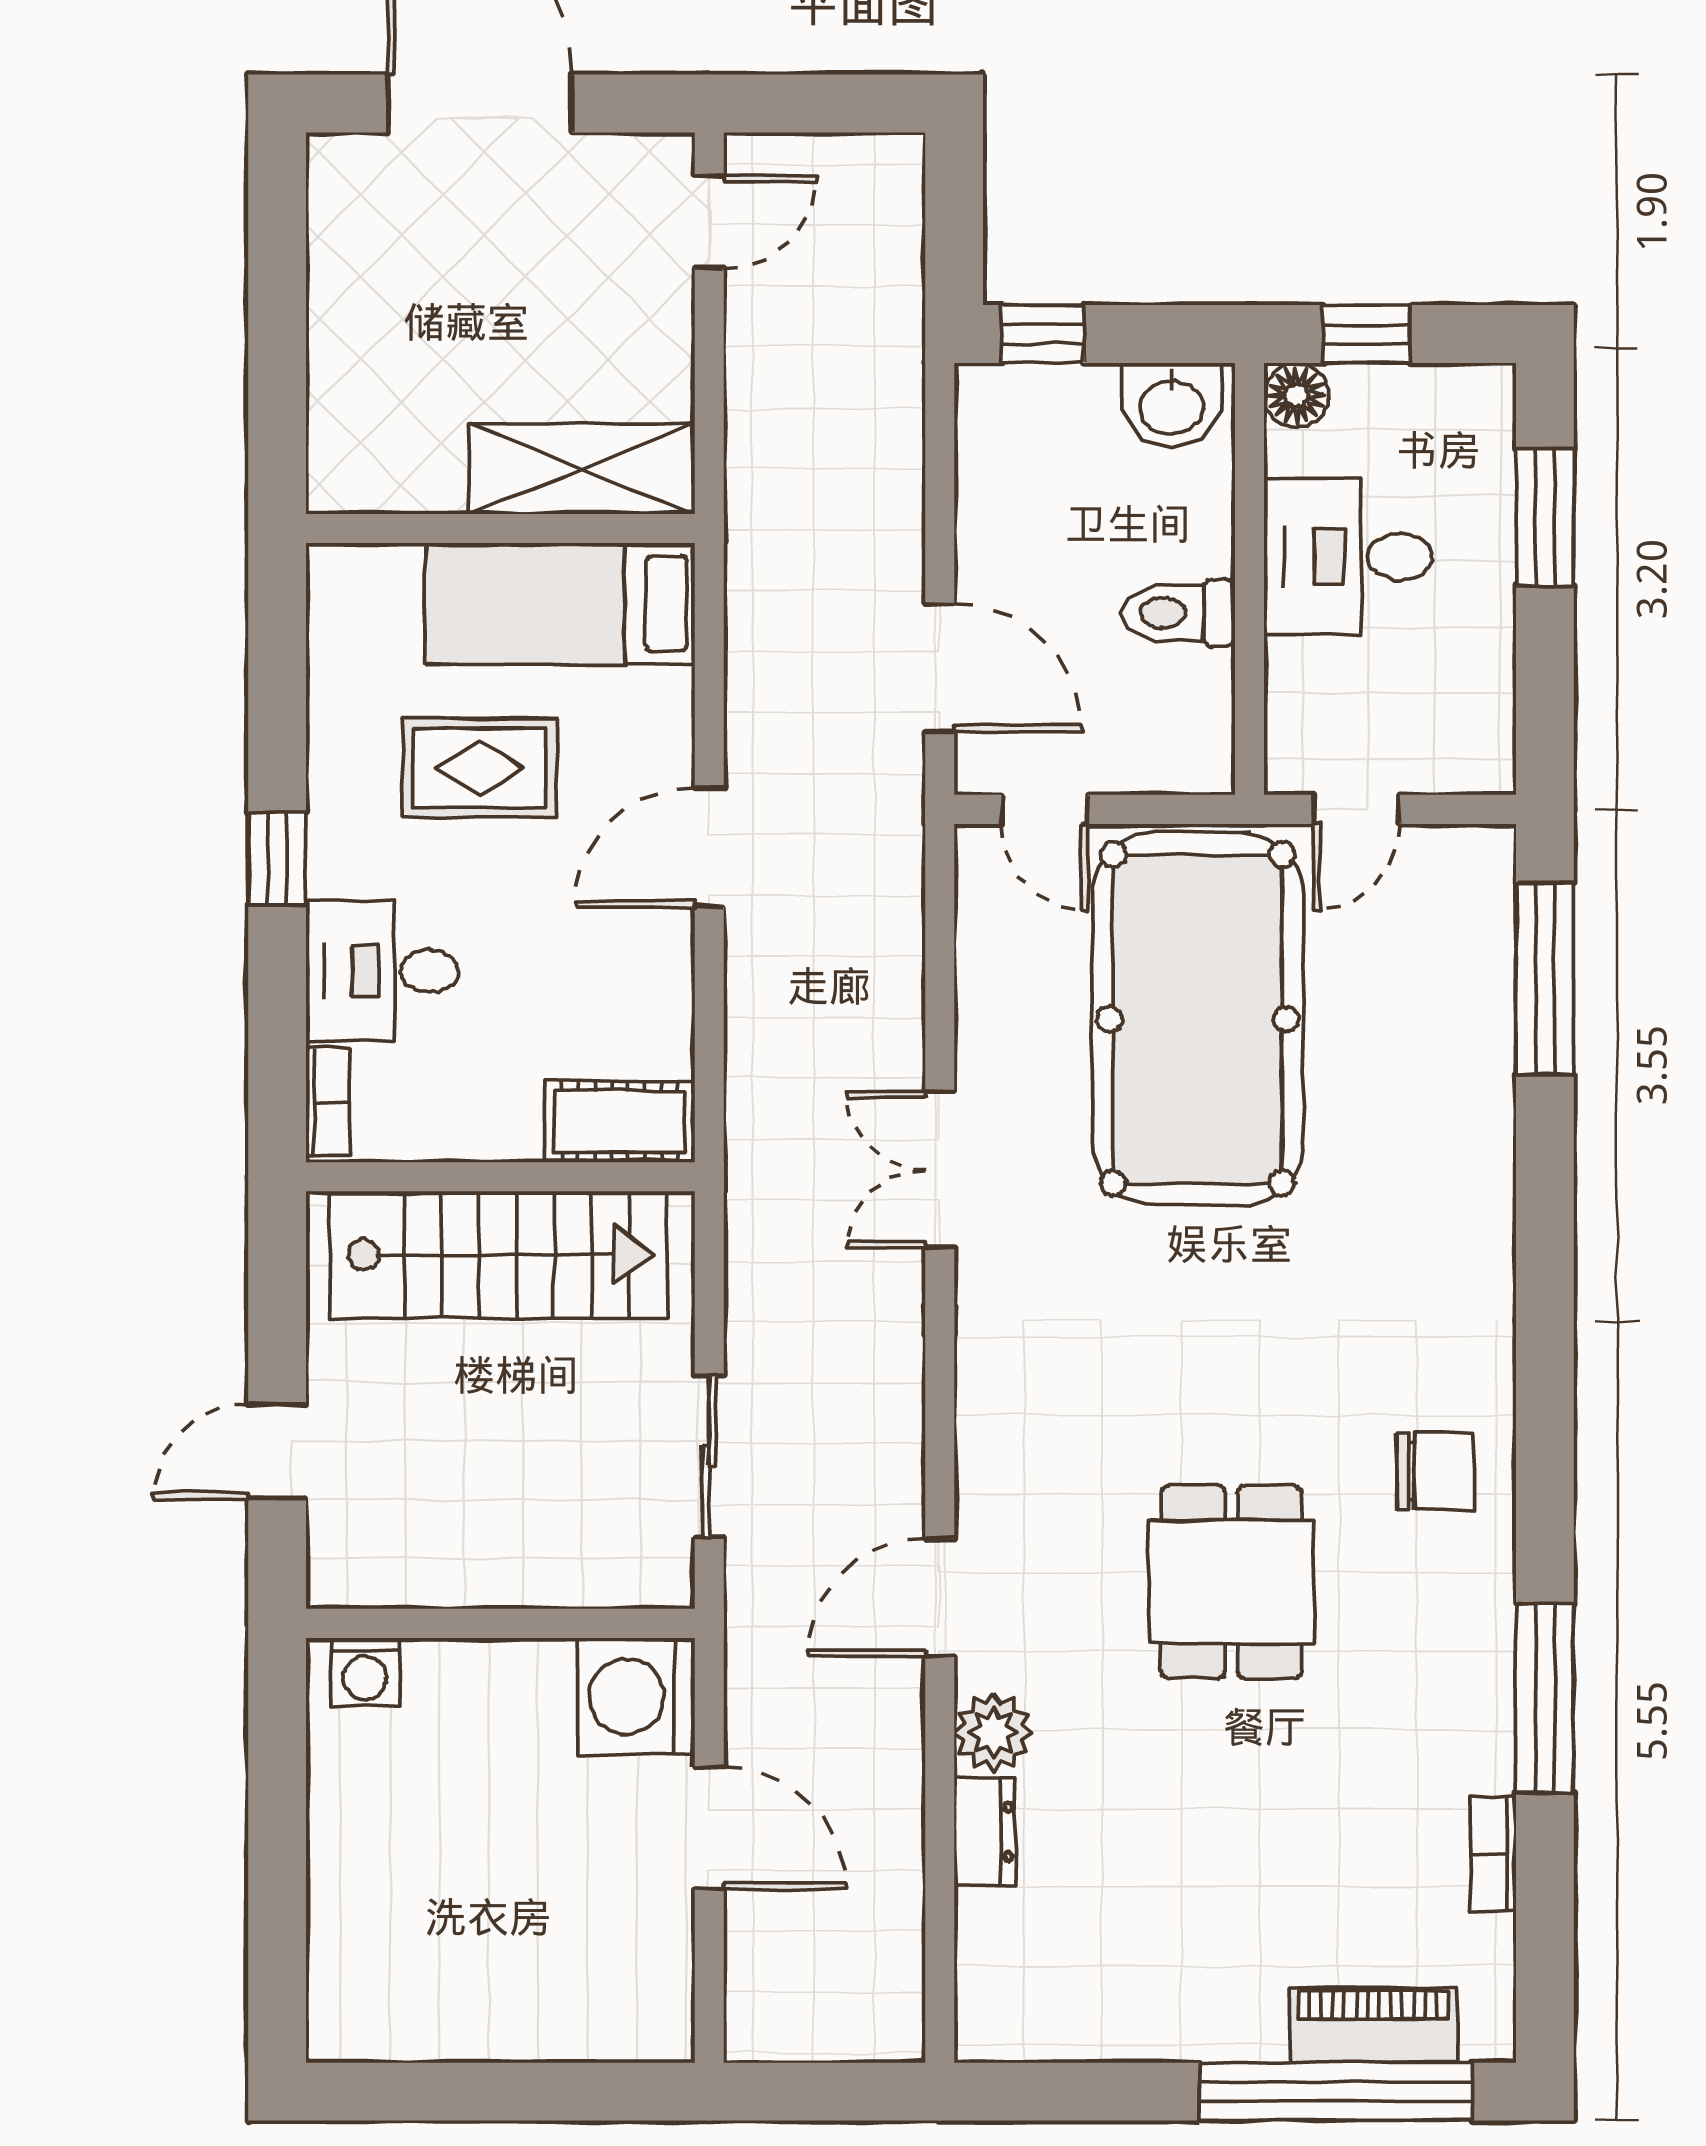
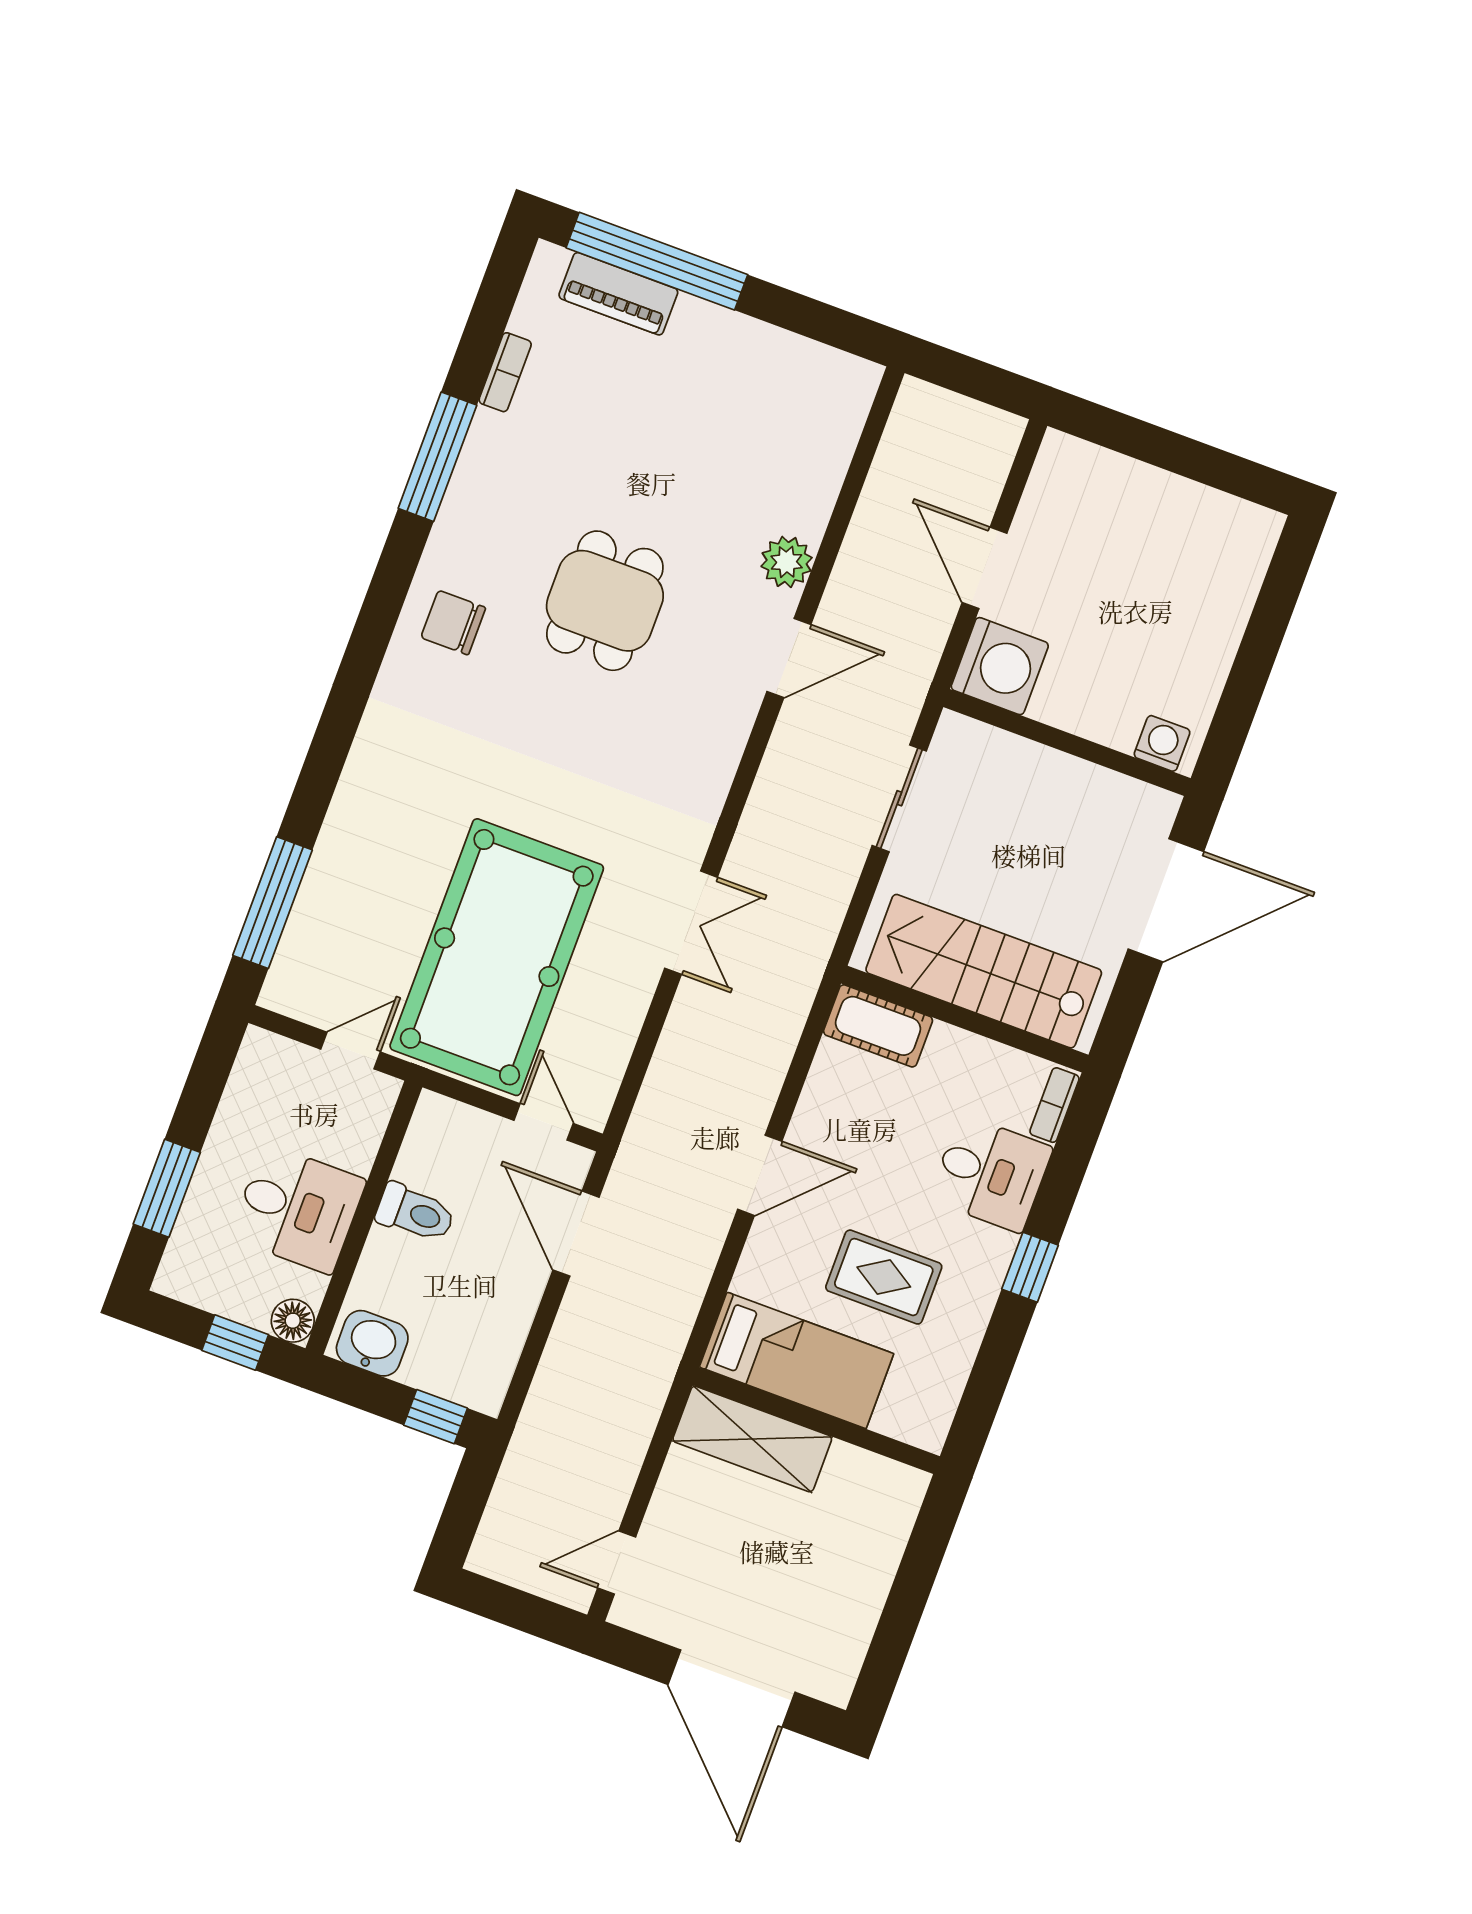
door: (277, 1451) -> (1166, 900), width x1.87
dresser: (985, 1832) -> (815, 503), removed

